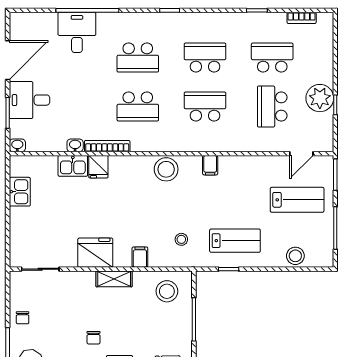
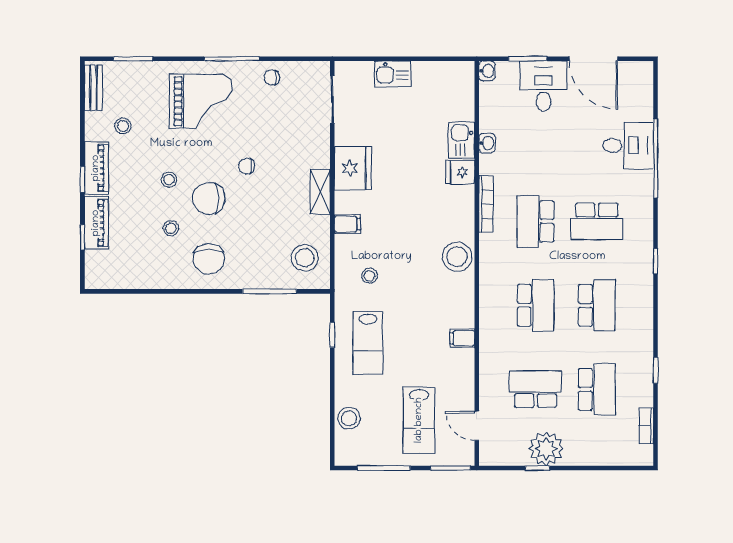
school desk: (138, 58) -> (597, 221), turned -90
bookcase: (107, 146) -> (486, 204), moved
filing cabinet: (210, 165) -> (462, 338), moved
kitchen sink: (20, 192) -> (392, 74), moved

